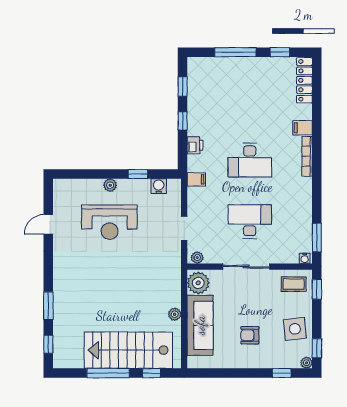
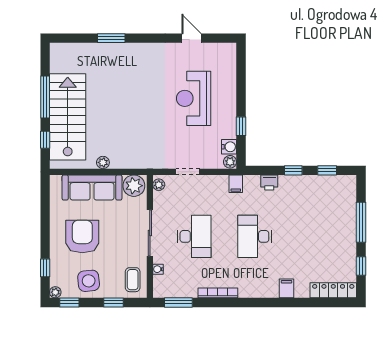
bookcase: (307, 156) -> (218, 293), moved
plant: (110, 185) -> (230, 162), moved
water cooler: (305, 258) -> (158, 269), moved
window: (317, 289) -> (113, 302), moved
armchair: (250, 335) -> (82, 237), width x1.88, depth x1.88
window: (48, 344) -> (74, 38), removed

